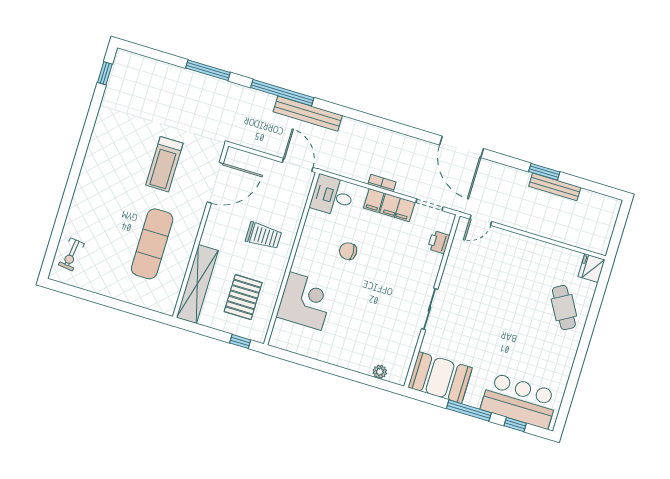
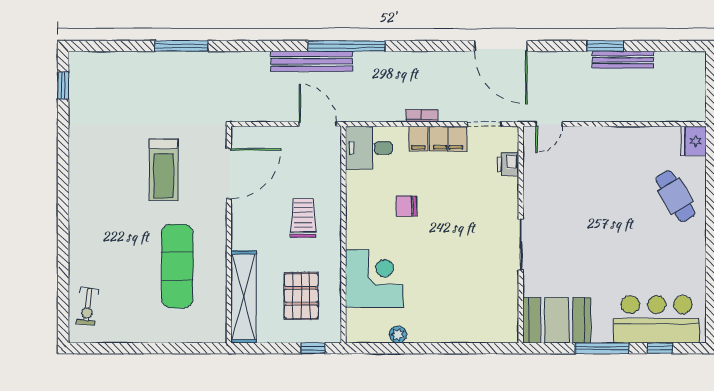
window: (282, 93) -> (347, 46), moved
trolley: (264, 236) -> (303, 218), turned -90
plant: (380, 372) -> (398, 334), moved

